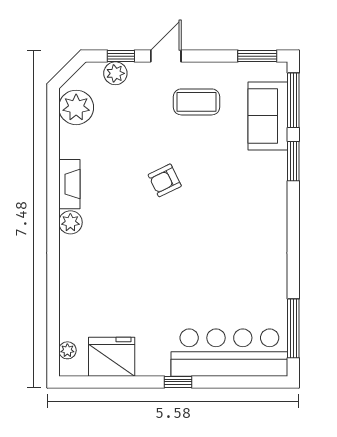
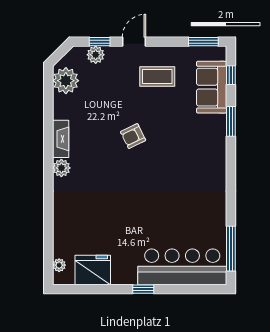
window: (293, 100) -> (231, 75), width x0.46

